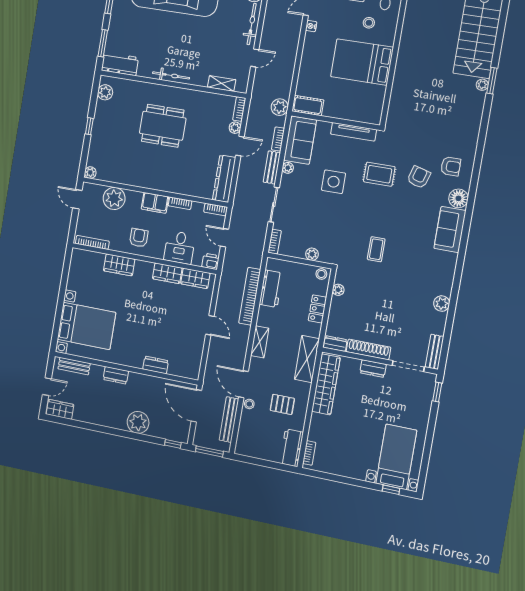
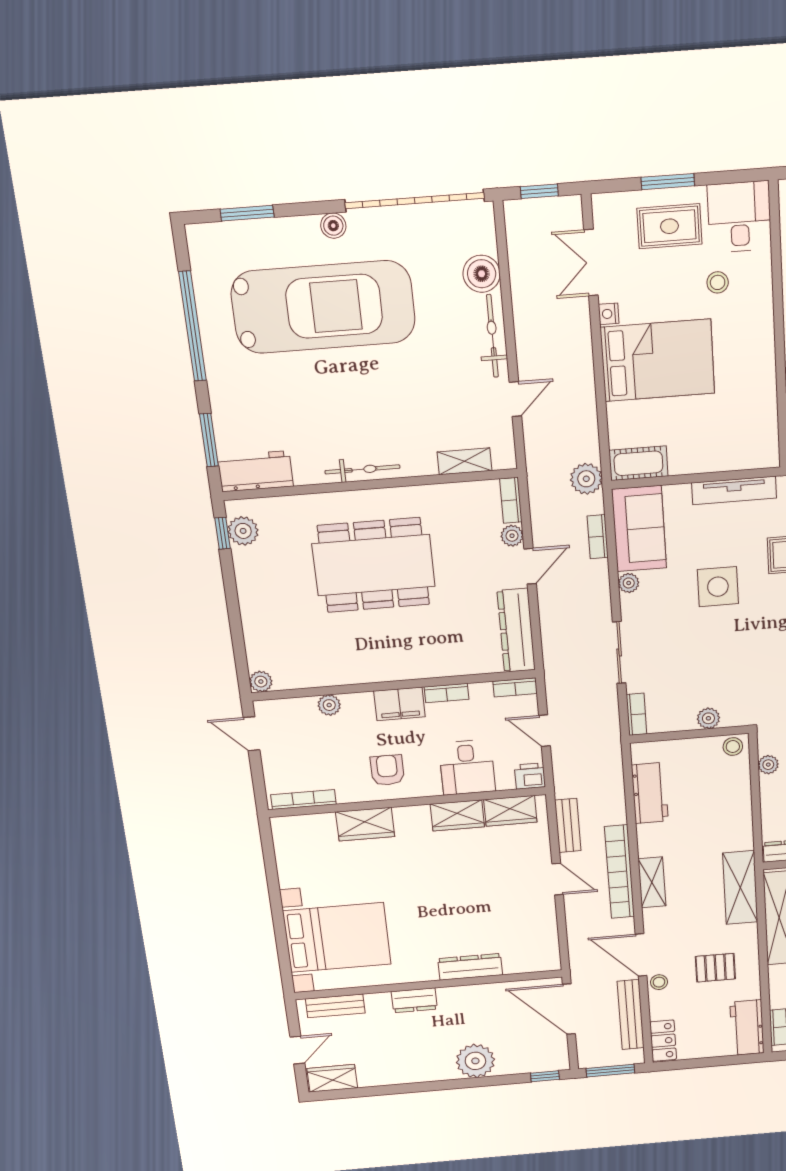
bed: (362, 62) -> (658, 360), moved, turned 180
window: (89, 126) -> (222, 533), moved
dining table: (163, 126) -> (374, 565), width x1.36, depth x1.24
bench: (272, 167) -> (568, 825), moved
plant: (114, 198) -> (329, 705), width x0.53, depth x0.53
bookcase: (250, 296) -> (620, 872), moved
locker: (317, 309) -> (663, 1041), moved, turned 180
dresser: (156, 365) -> (470, 967), width x1.44

